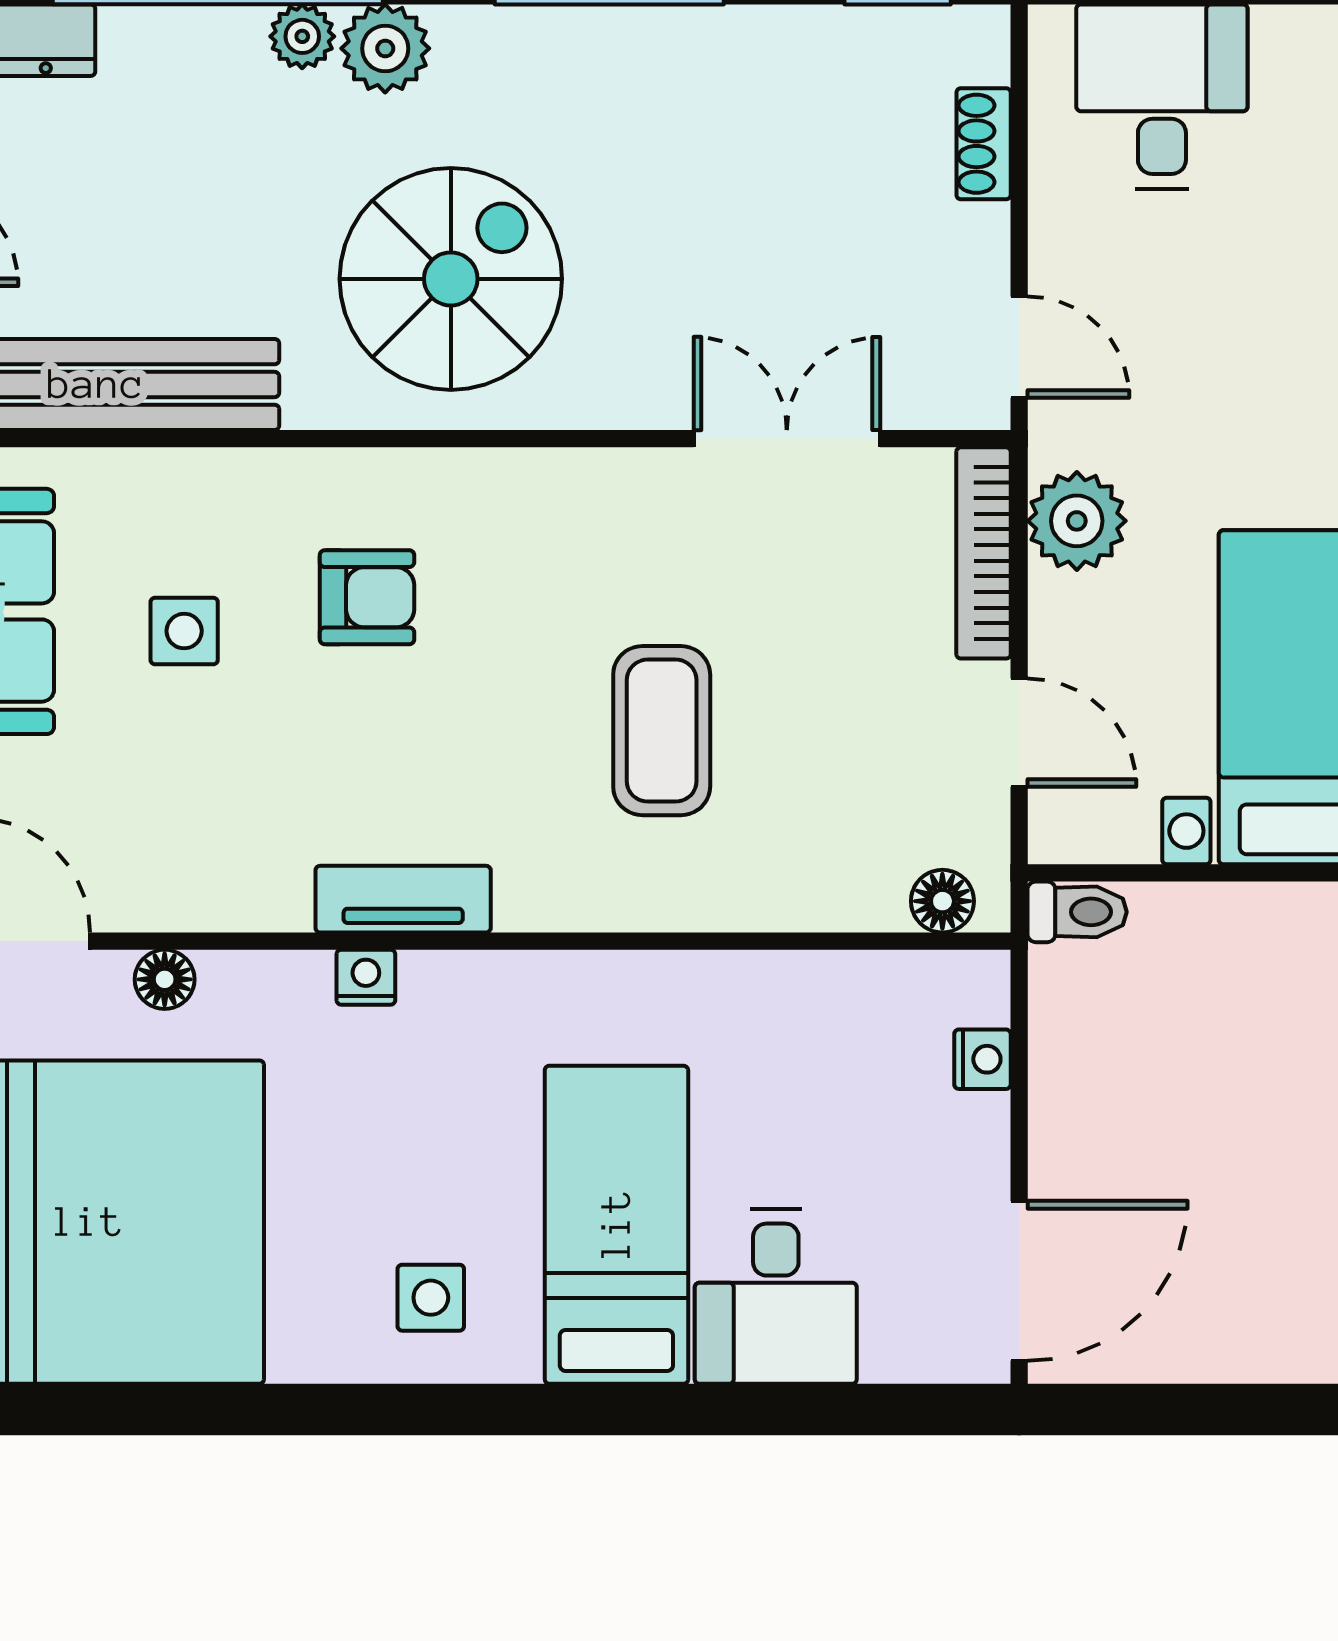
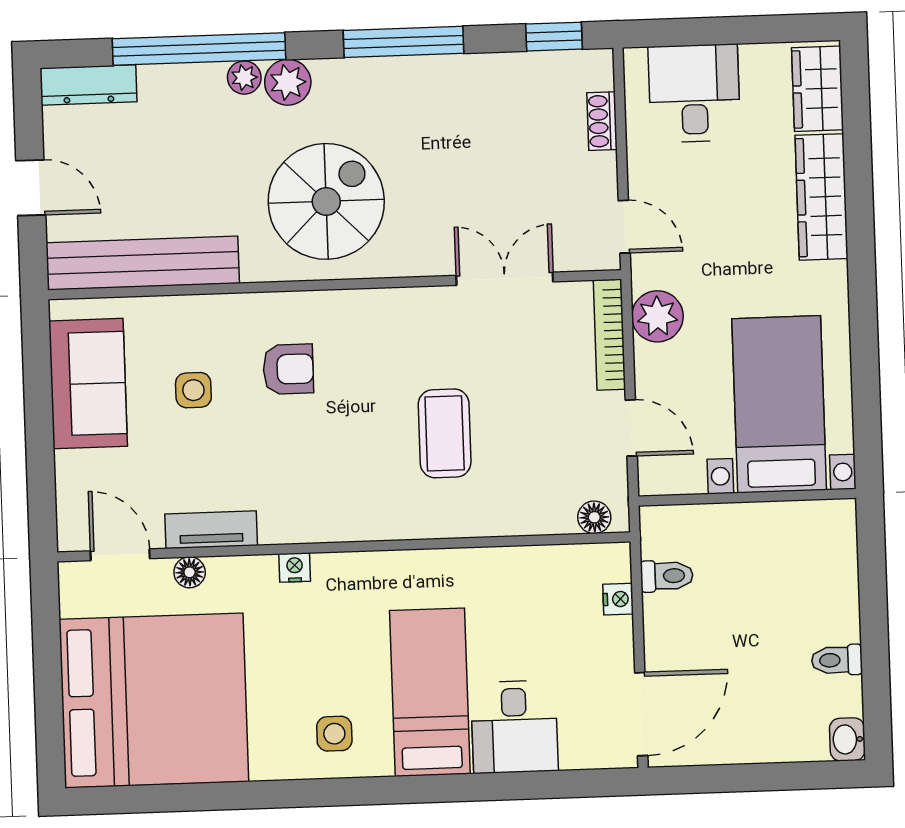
tv unit: (403, 899) -> (211, 530), moved
toilet: (1077, 912) -> (667, 576), moved

